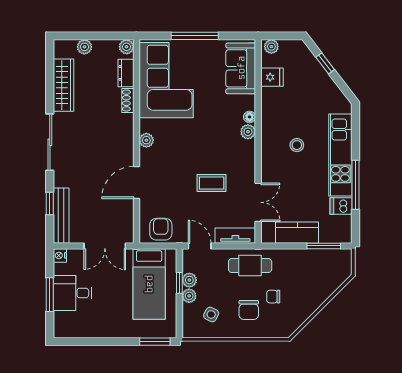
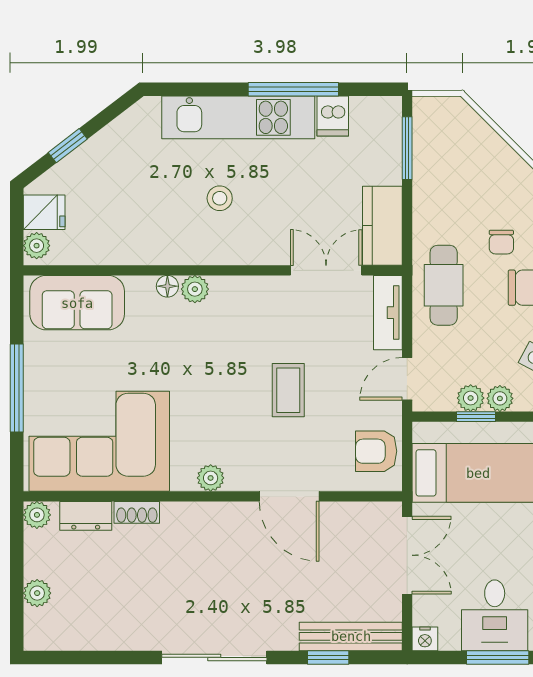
fridge: (272, 77) -> (44, 212), moved, turned 90
wardrobe: (64, 85) -> (108, 632), removed
coffee table: (212, 183) -> (288, 390), moved
kitchen counter: (297, 233) -> (382, 226), moved

